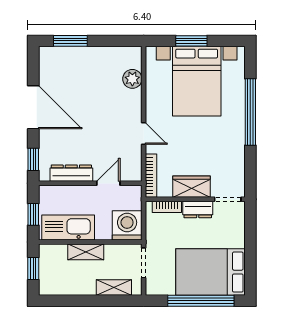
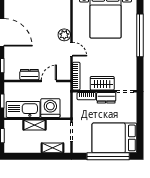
plant: (132, 79) -> (64, 35), moved
dresser: (71, 173) -> (29, 75), width x0.70
washing machine: (127, 225) -> (50, 108), moved

